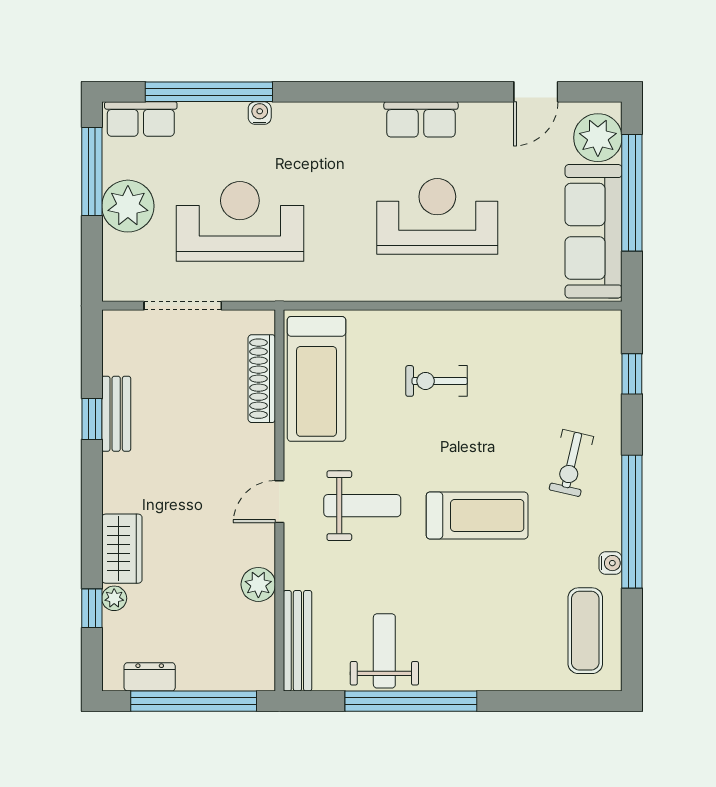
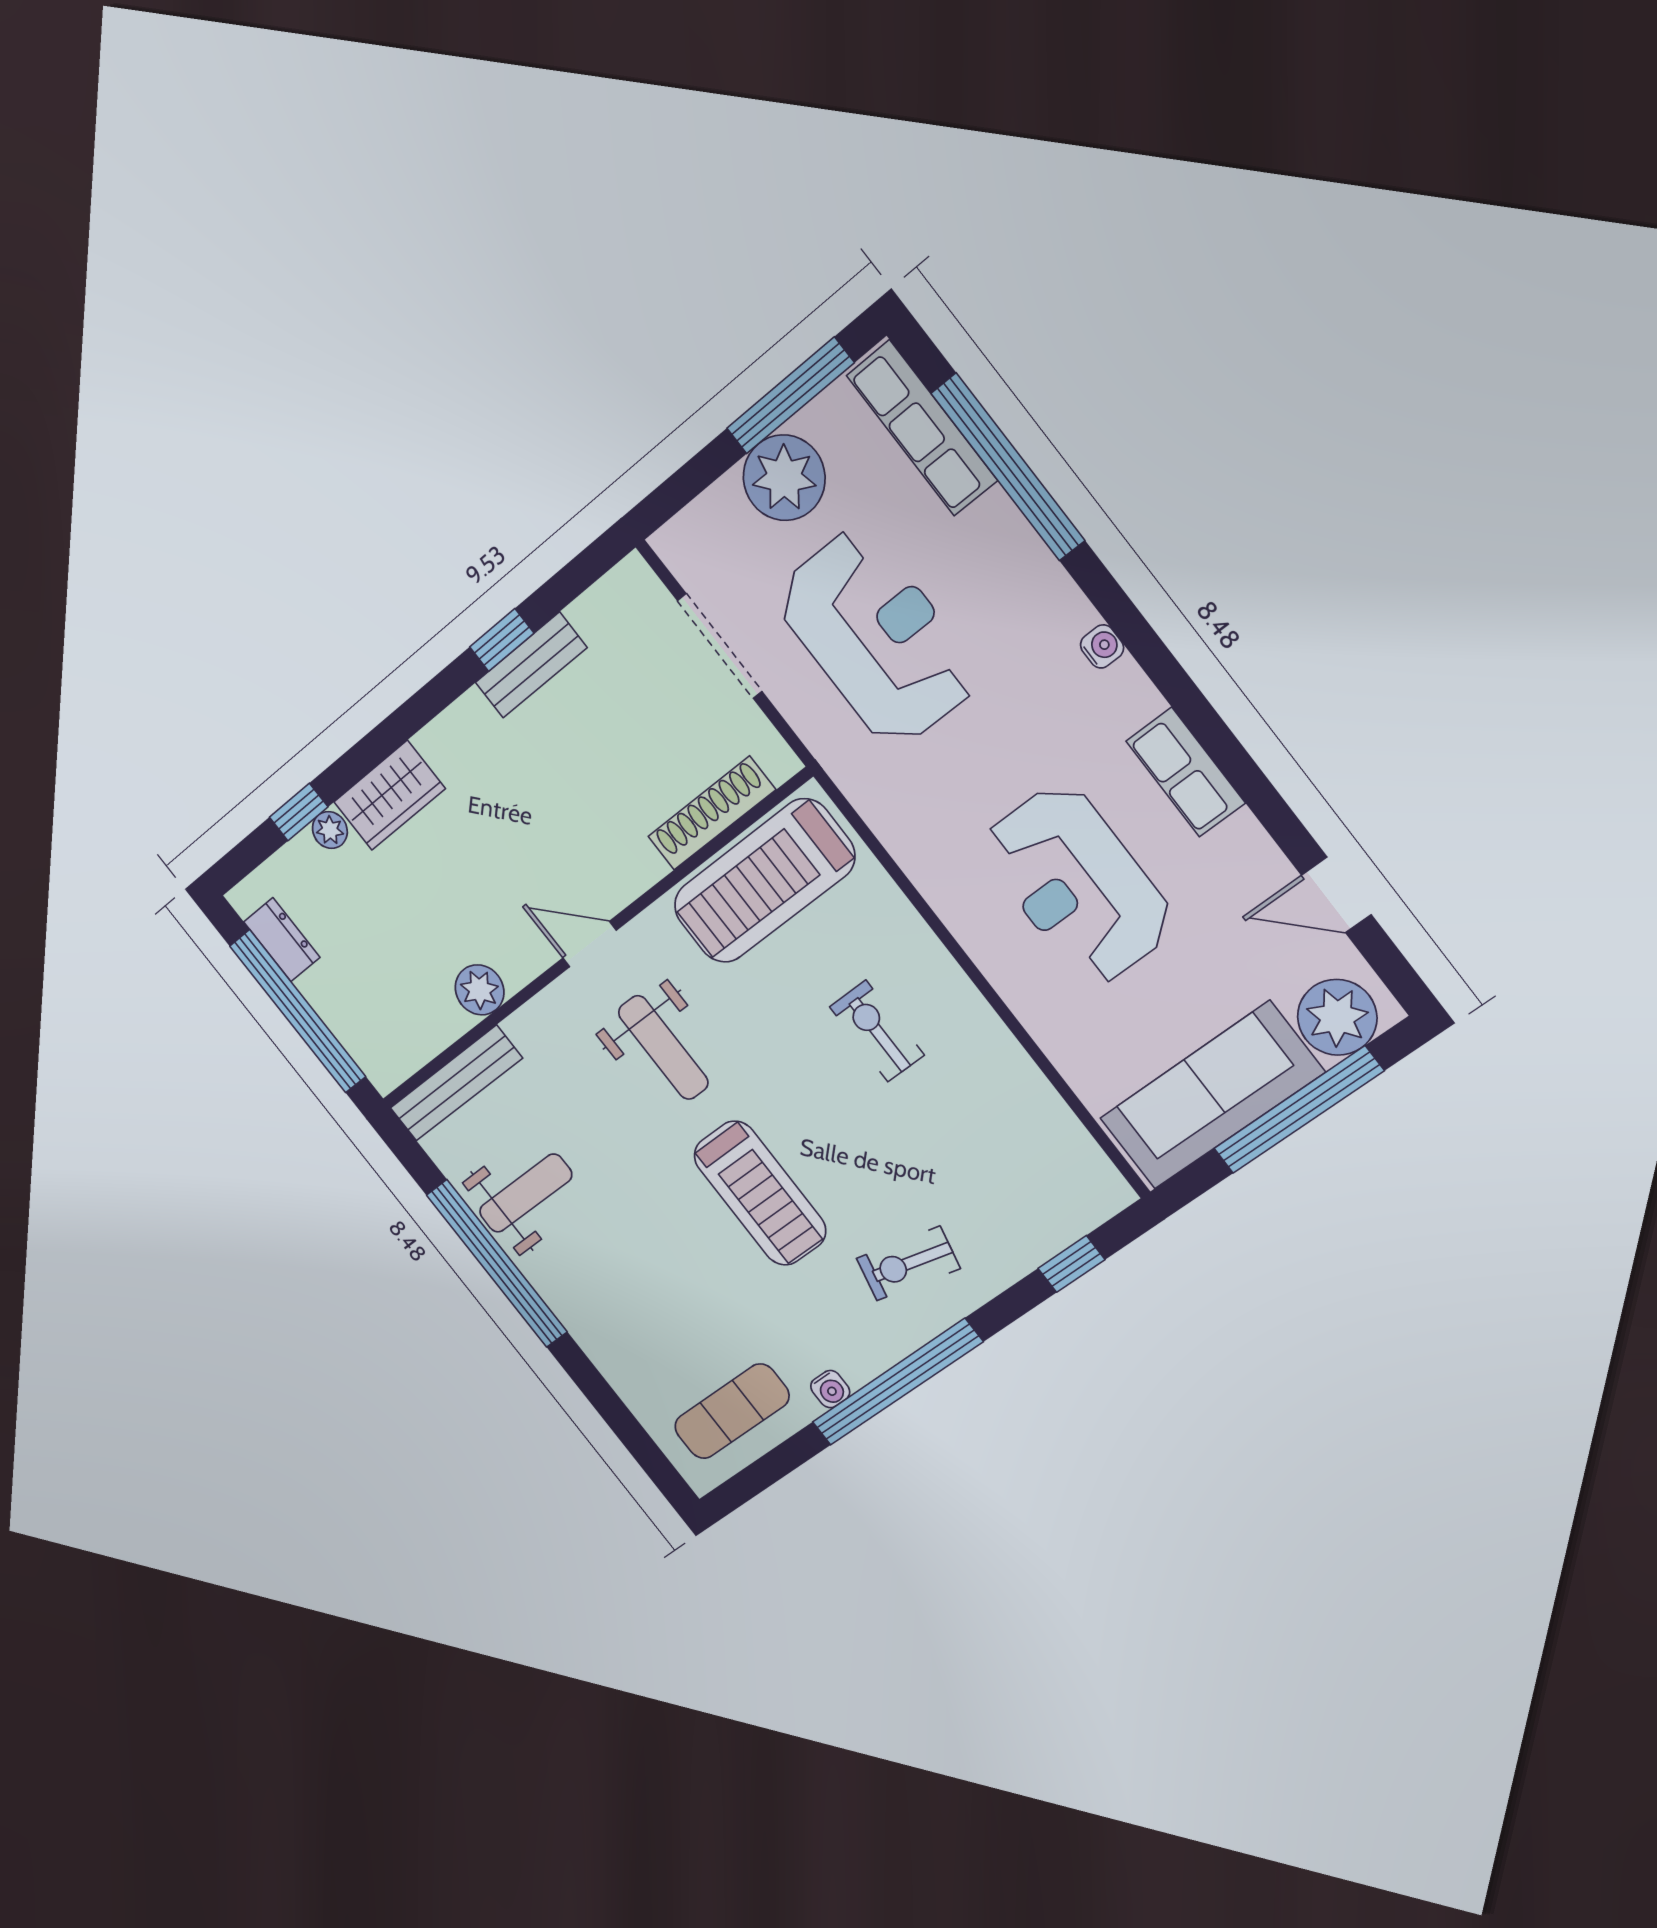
water cooler: (260, 113) -> (1102, 646), moved
row of seats: (141, 119) -> (922, 428), width x1.48
reception desk: (437, 216) -> (1078, 885), turned 180

